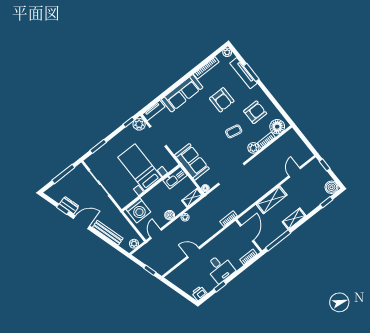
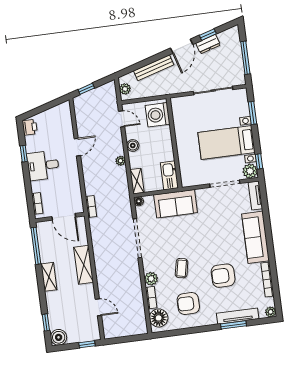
armchair: (255, 112) -> (188, 304), turned 90
bed with nightstands: (140, 167) -> (226, 142), moved, turned 180

